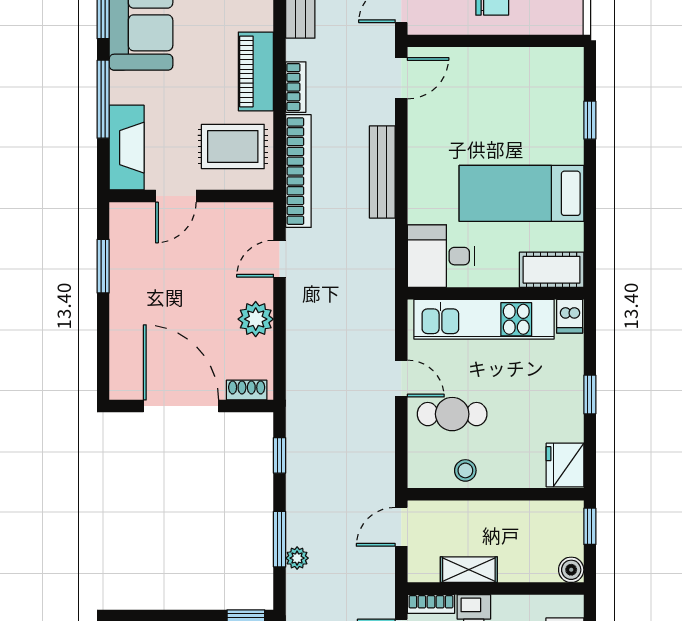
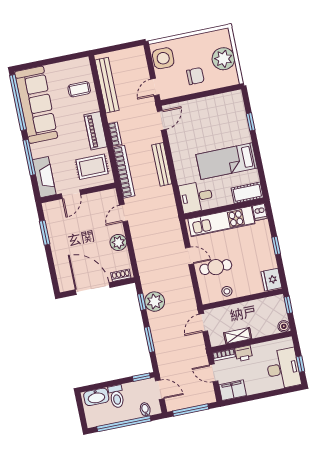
plant: (297, 558) -> (155, 302), moved, width x1.87, depth x1.87

